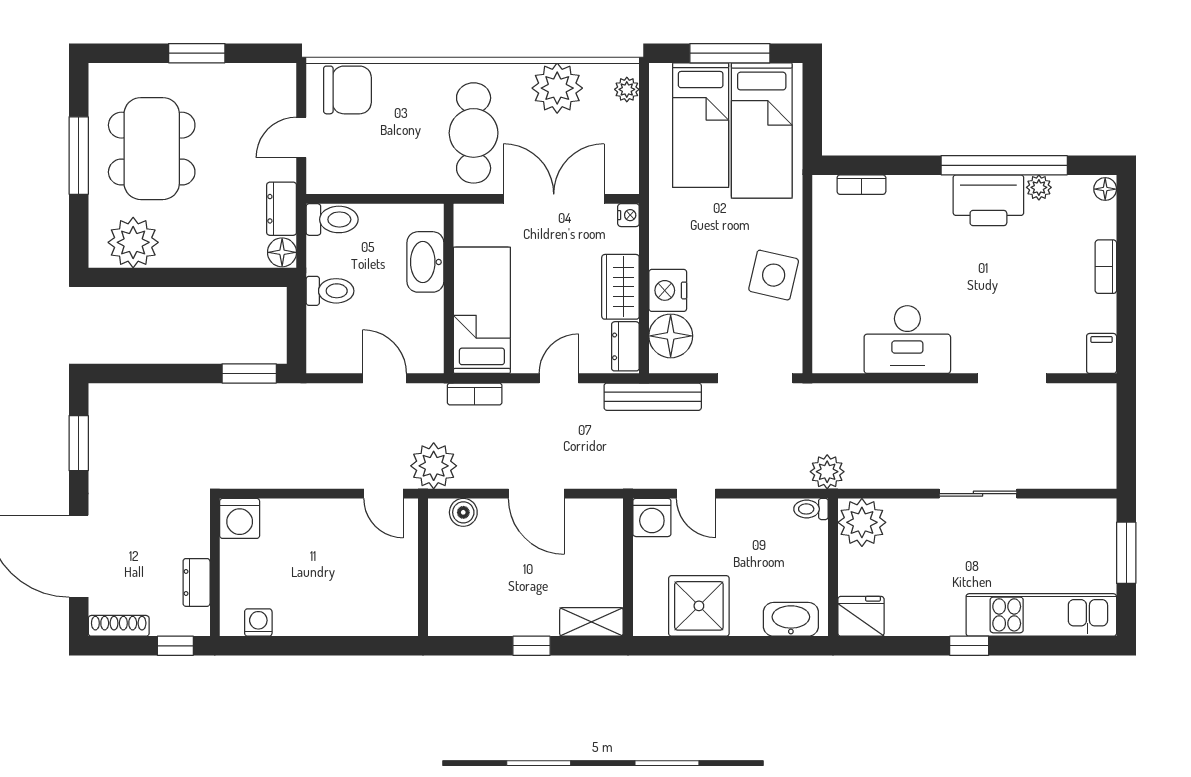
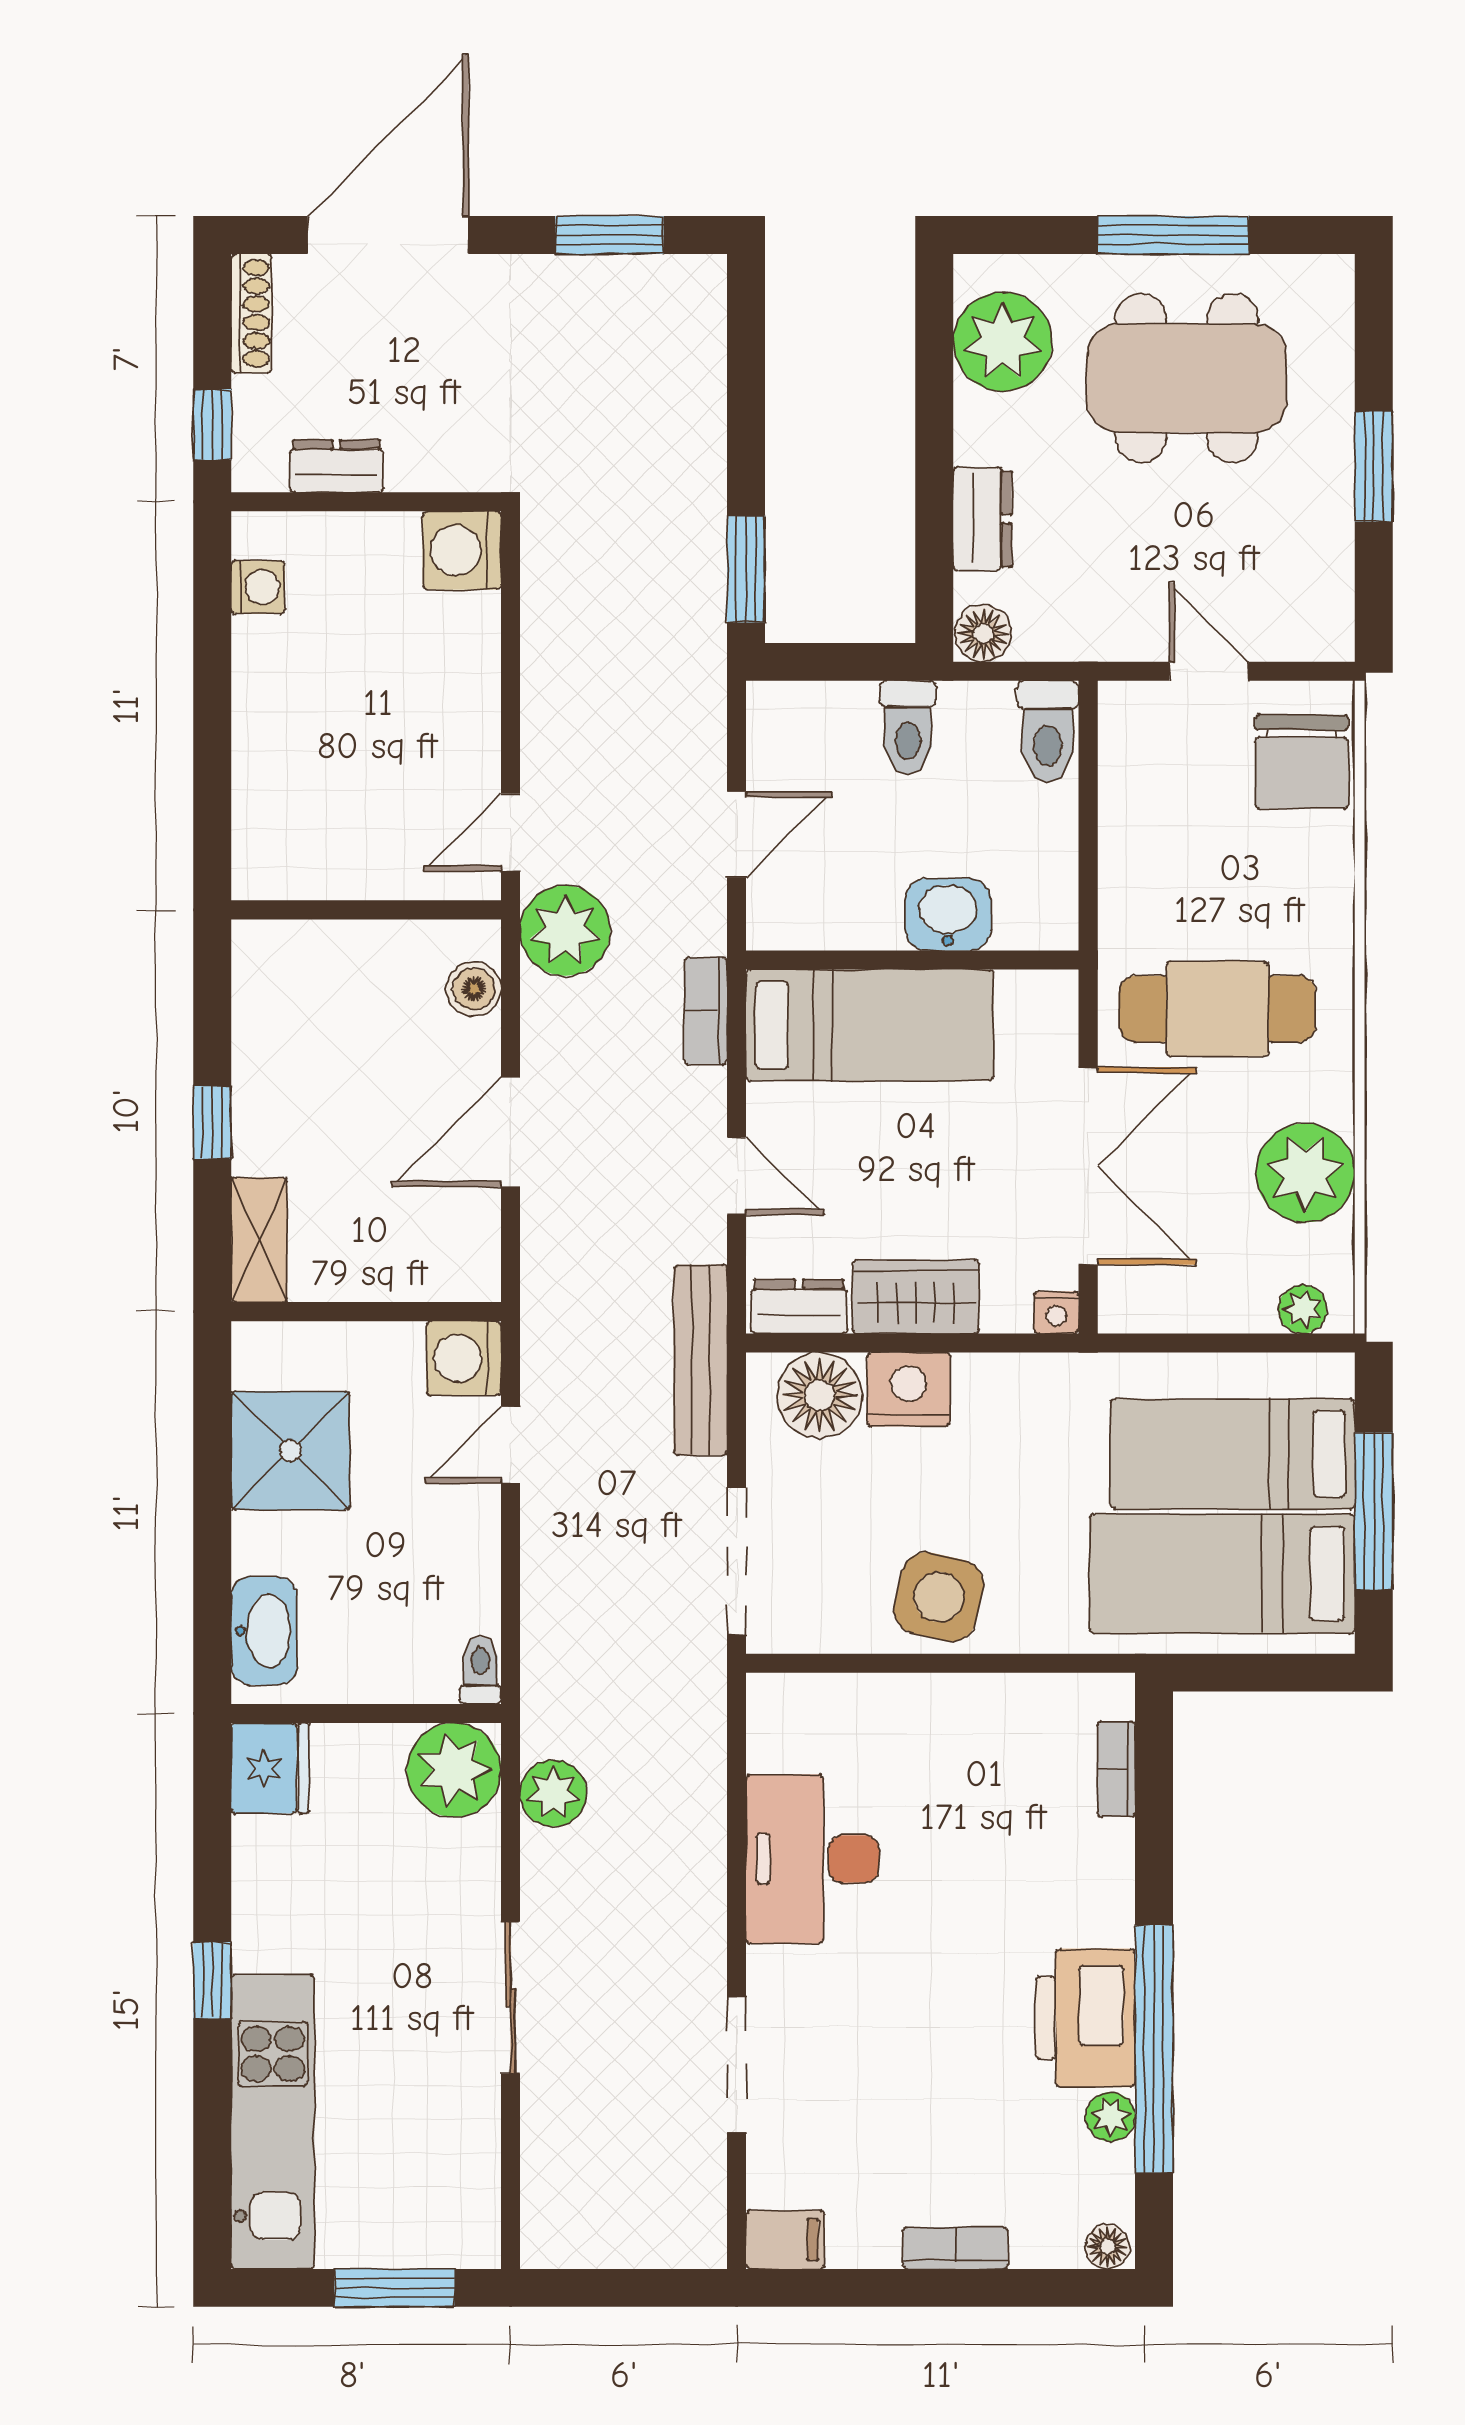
dresser: (282, 209) -> (982, 519), moved, turned 90
washbasin: (425, 262) -> (948, 914), width x0.72
plant: (827, 472) -> (553, 1793), moved

